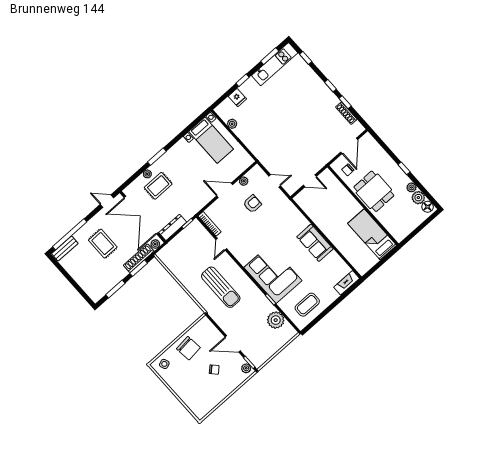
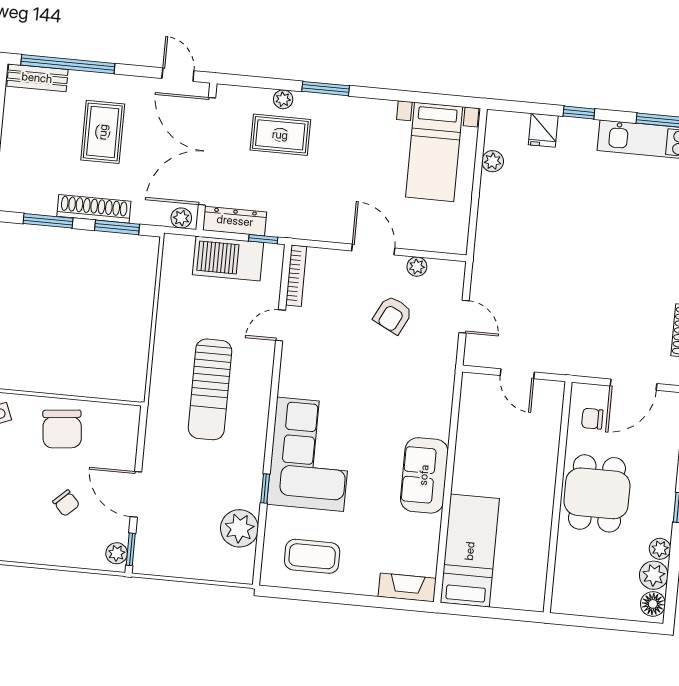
armchair: (252, 204) -> (393, 315), turned 117
bed: (372, 234) -> (470, 551), moved
barbecue: (183, 241) -> (228, 258), added
shoe rack: (139, 258) -> (94, 209), moved

